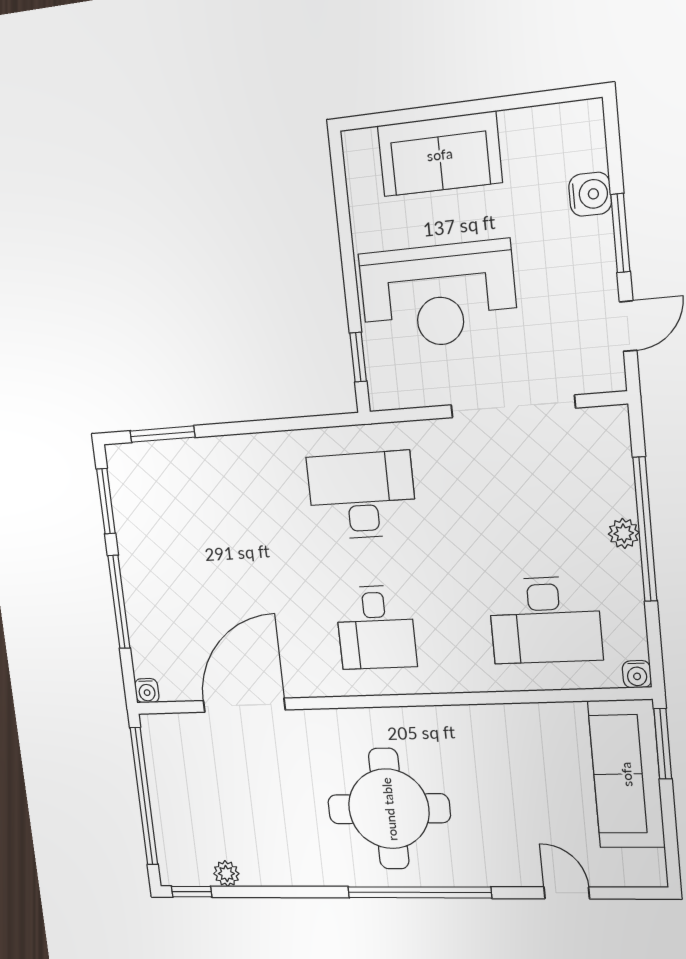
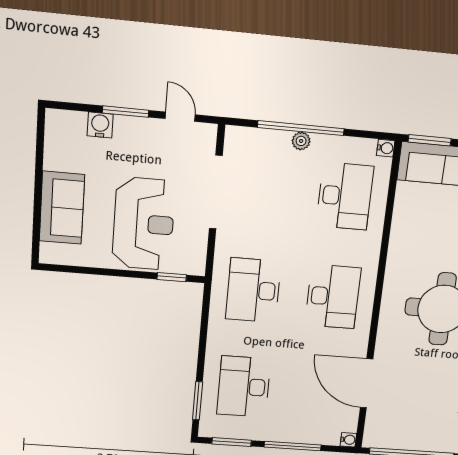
desk: (200, 506) -> (244, 387), added
desk: (376, 627) -> (333, 297), width x1.37

